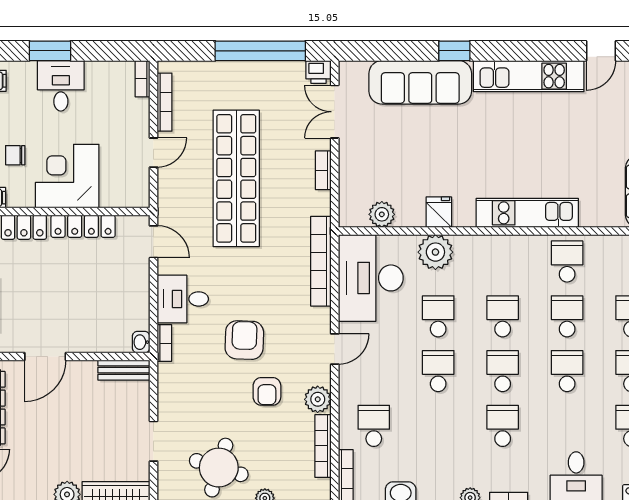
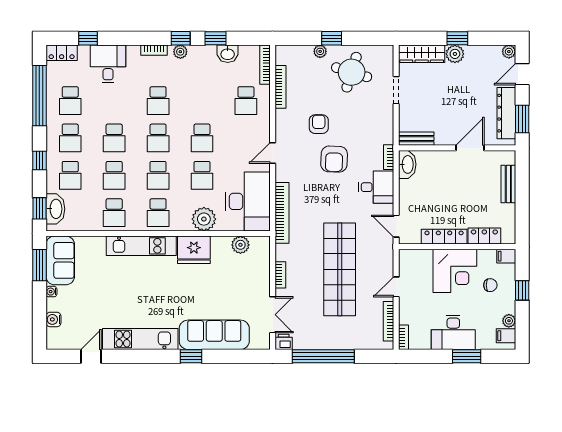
desk: (61, 86) -> (453, 332), width x1.37
fridge: (439, 212) -> (194, 250), width x1.88, depth x1.34
school desk: (503, 262) -> (158, 213), added
washbasin: (141, 342) -> (407, 164), width x1.91, depth x1.45
plant: (318, 399) -> (284, 119), removed

